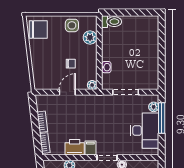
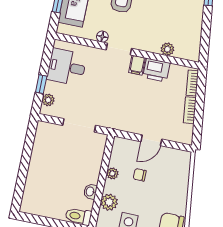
washbasin: (106, 67) -> (90, 192), moved
plant: (92, 85) -> (112, 173), moved
window: (162, 118) -> (41, 84), width x0.46
desk: (145, 131) -> (67, 67), width x0.73

